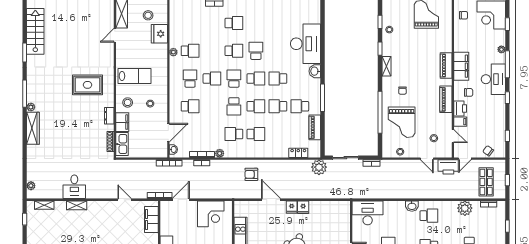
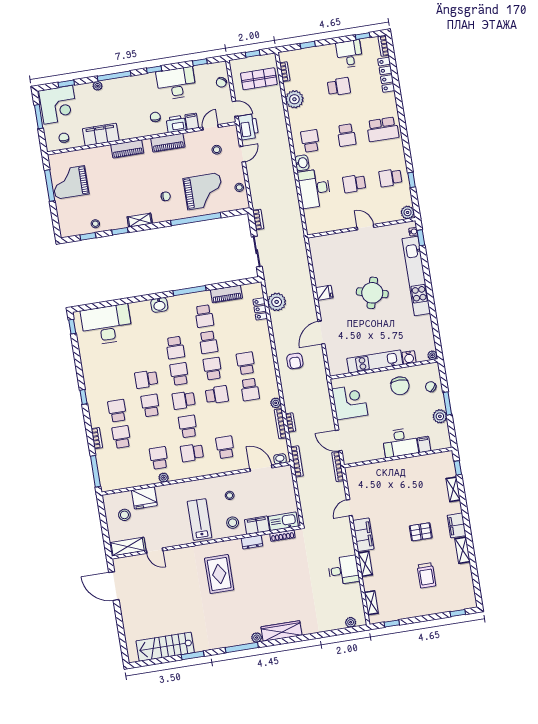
school desk: (212, 23) -> (121, 437), added
desk: (306, 44) -> (107, 325), moved
filing cabinet: (461, 66) -> (101, 135), moved
desk: (493, 79) -> (176, 83), moved
plant: (319, 167) -> (277, 302), moved
fridge: (292, 207) -> (326, 307), removed
desk: (368, 213) -> (314, 188), moved
filing cabinet: (151, 220) -> (363, 535), moved, turned -90

